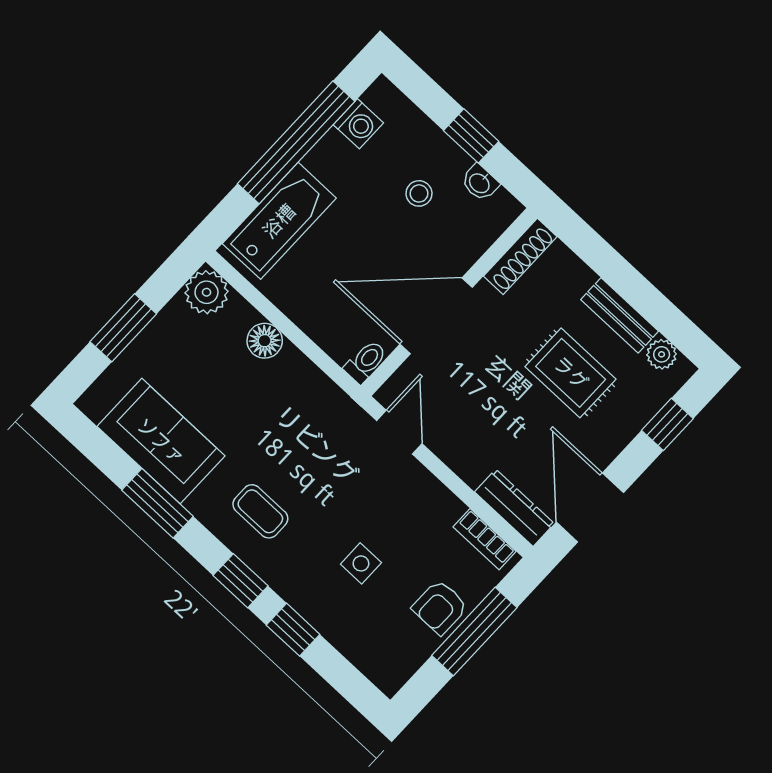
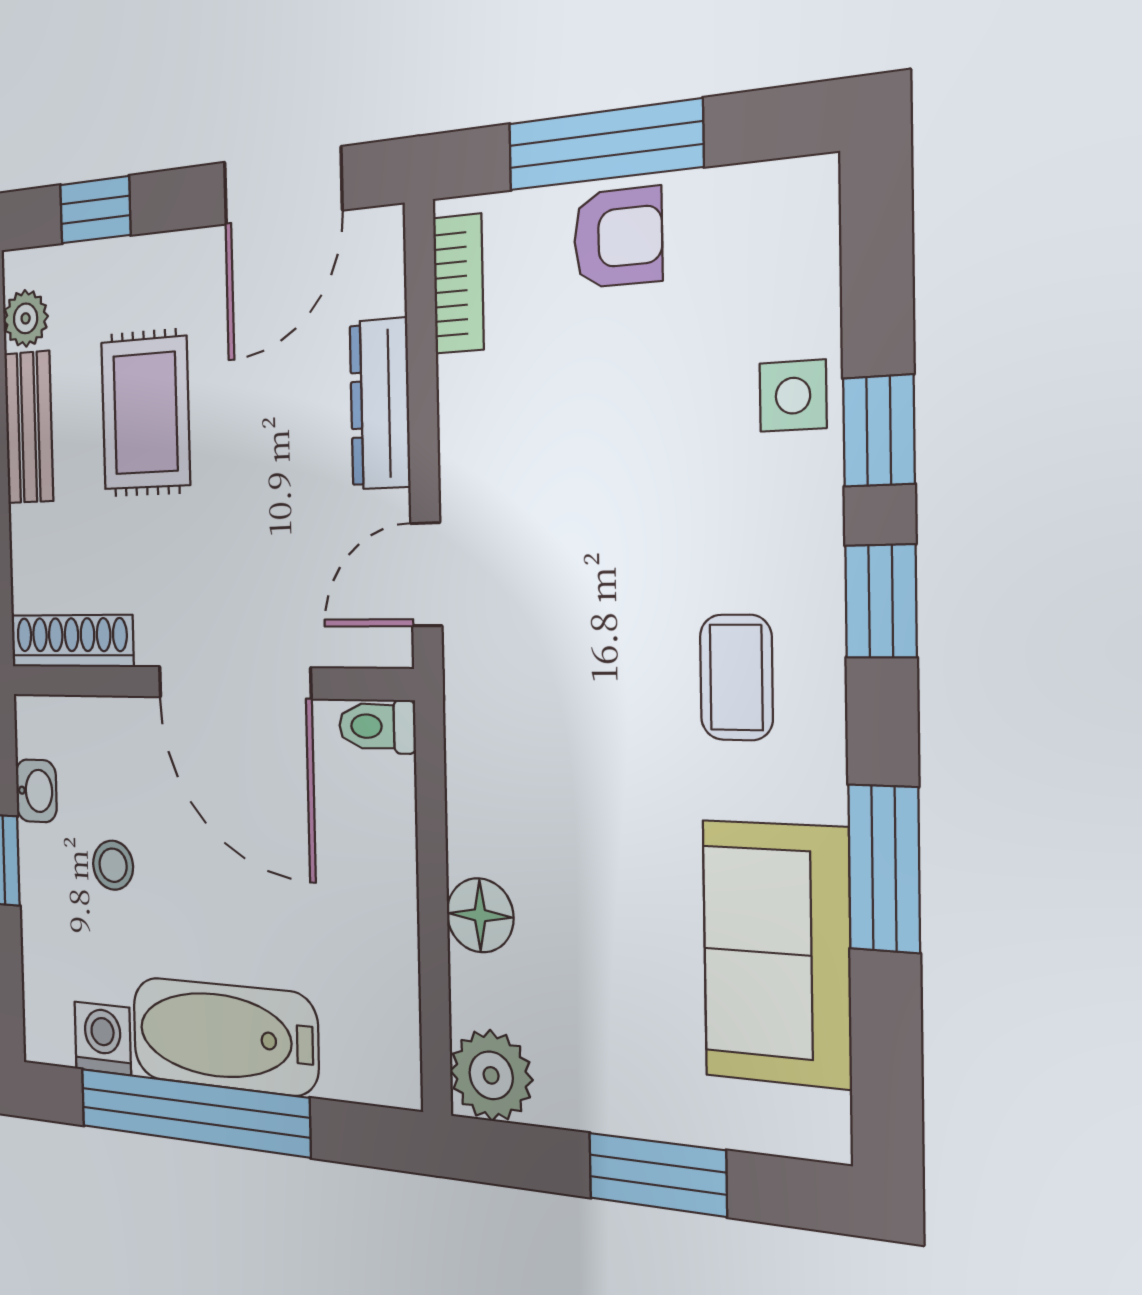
bathtub: (279, 221) -> (224, 1036), moved
dresser: (514, 508) -> (380, 404), moved
side table: (361, 563) -> (793, 396), moved

